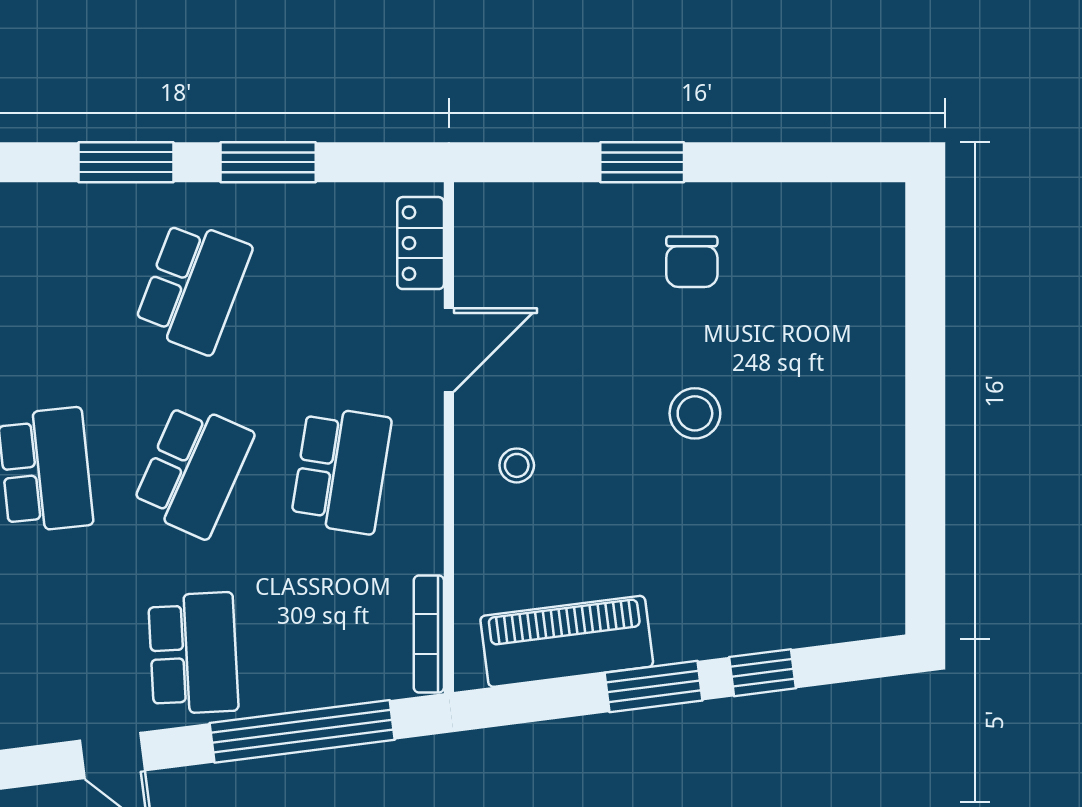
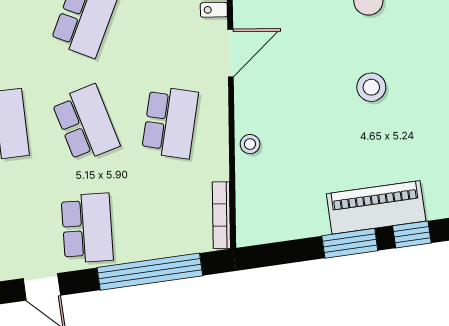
stool: (517, 465) -> (250, 144), moved
school desk: (193, 470) -> (86, 123), turned -45
piano: (567, 641) -> (376, 207), moved

